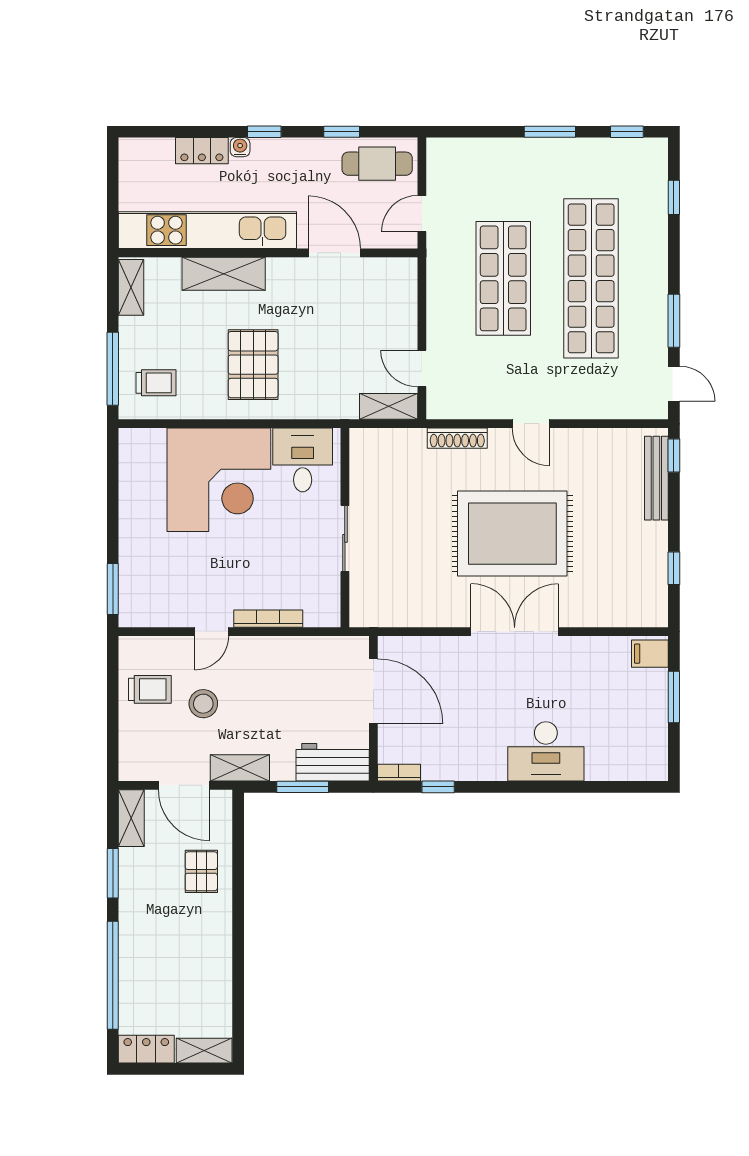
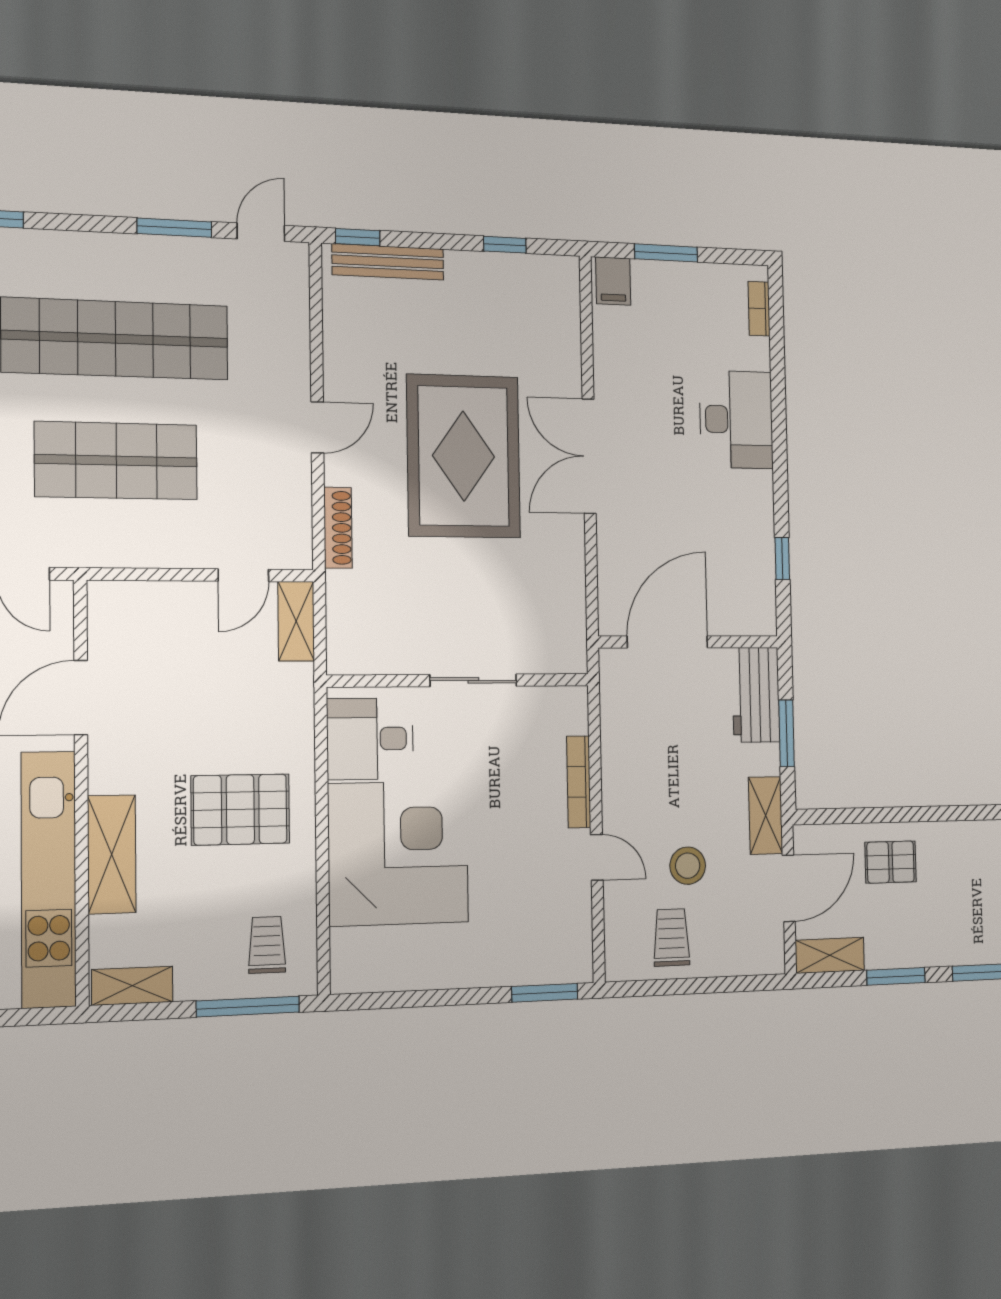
bookcase: (399, 773) -> (759, 309), moved

